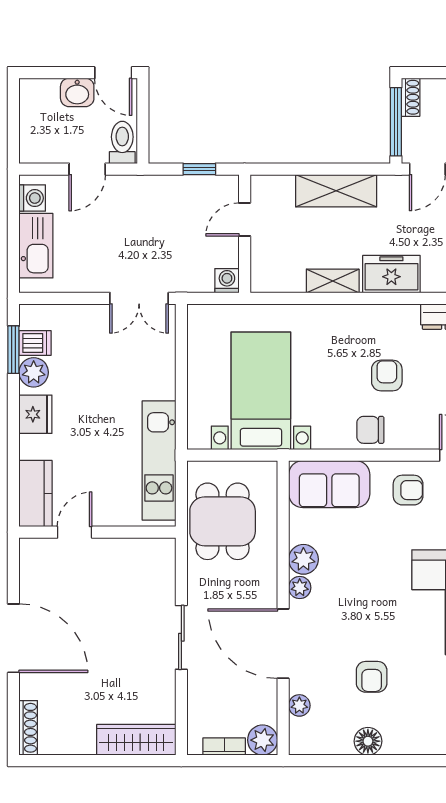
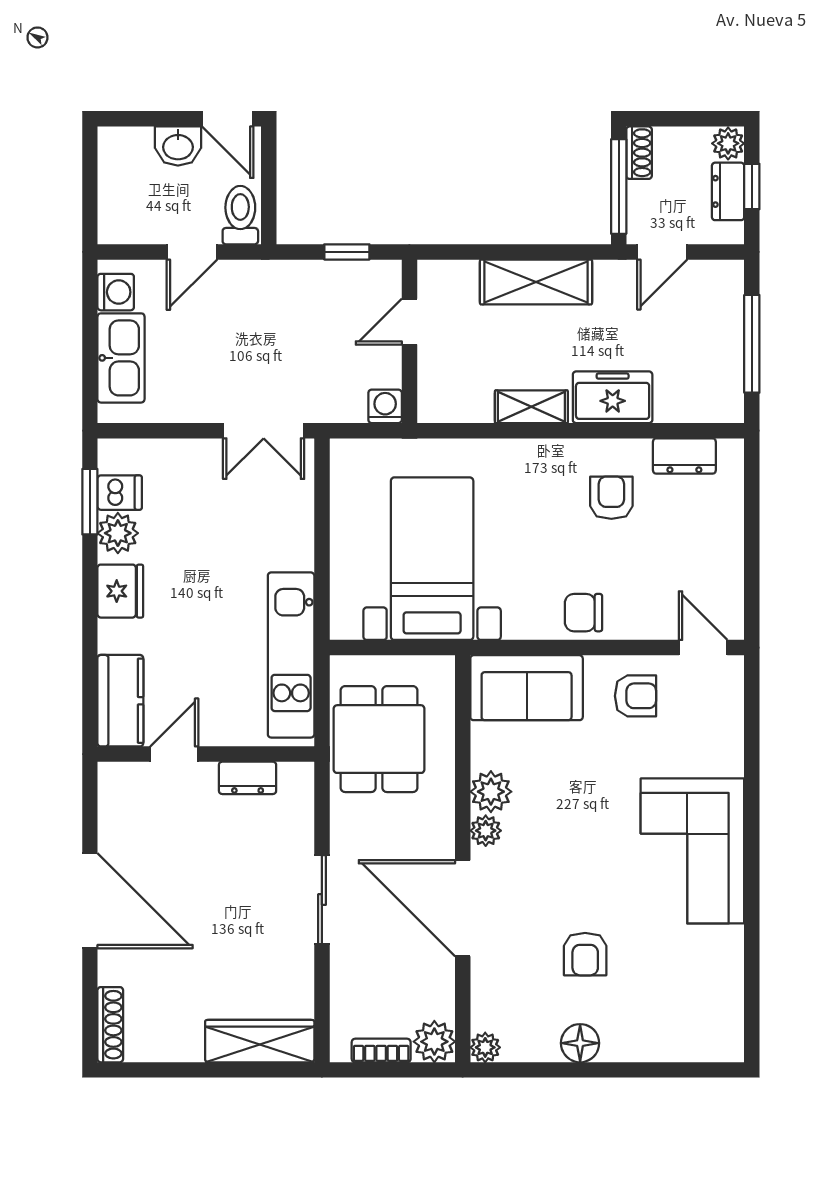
armchair: (387, 375) -> (611, 498), moved
dresser: (127, 549) -> (248, 778), added
plant: (299, 705) -> (485, 1047), moved

